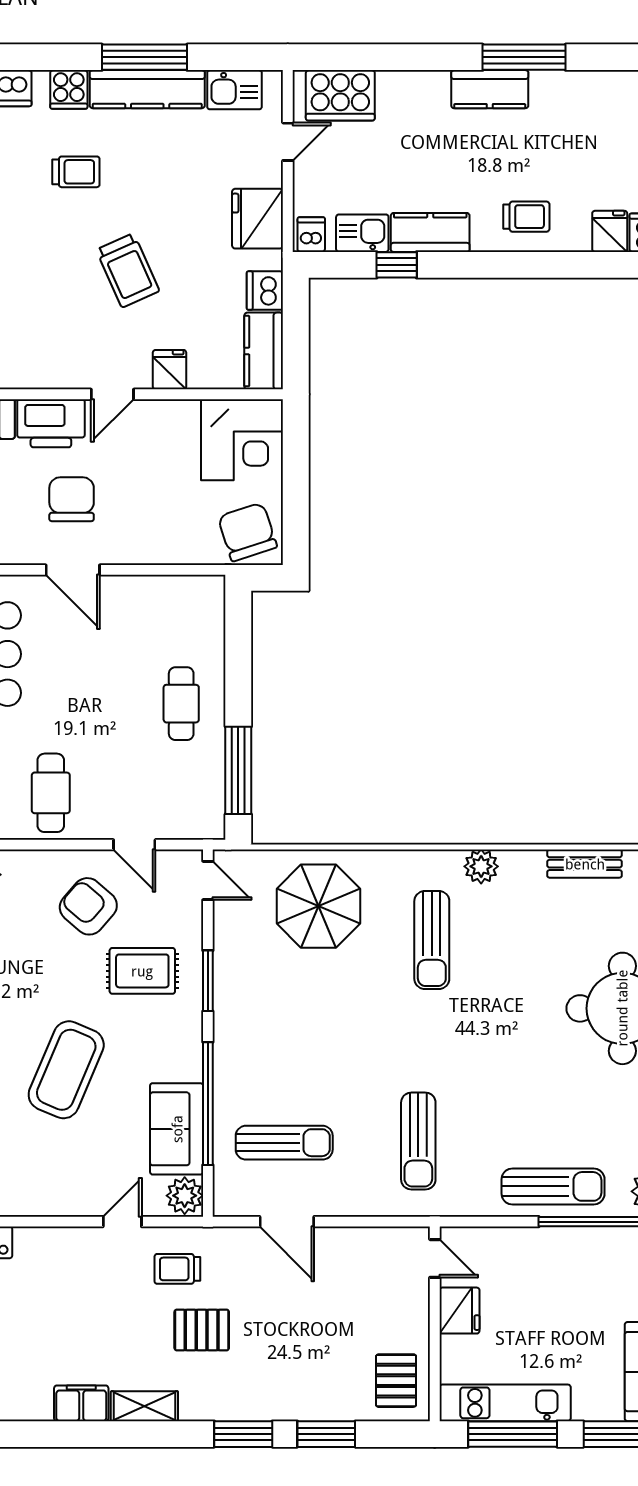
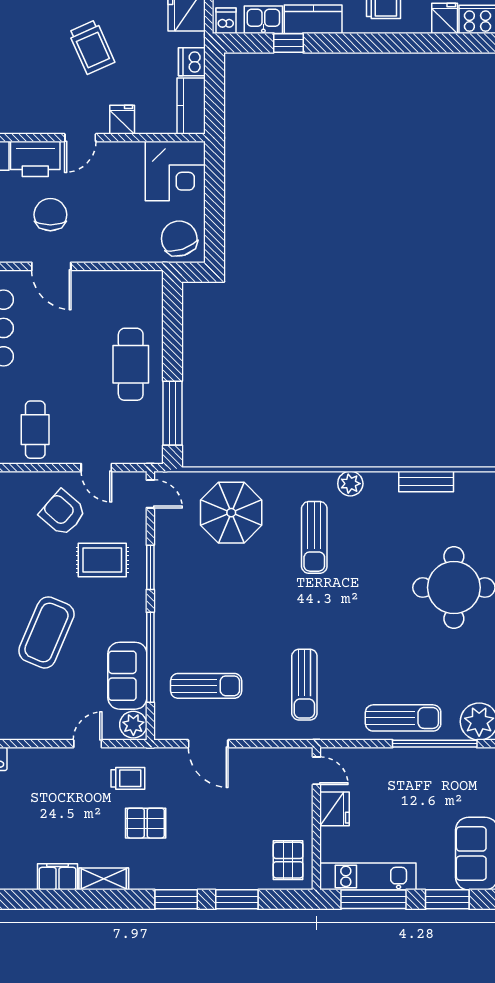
cafe table: (181, 704) -> (131, 364), width x1.37, depth x1.35
trolley: (177, 1269) -> (128, 778), turned 180

